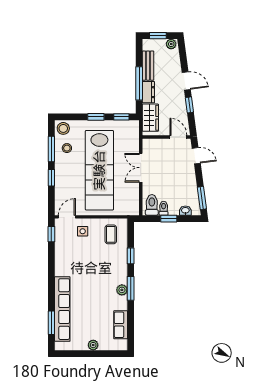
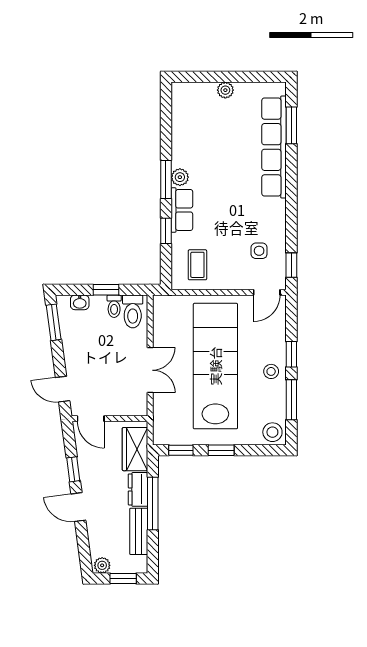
stool: (67, 148) -> (271, 371), moved
side table: (83, 231) -> (259, 251), moved
row of seats: (121, 325) -> (182, 210), moved

